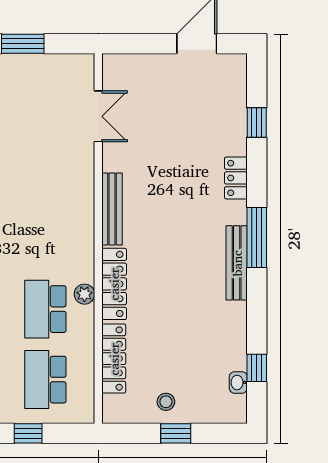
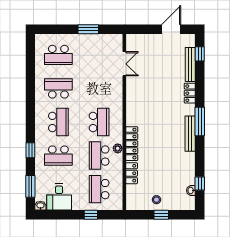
window: (257, 122) -> (200, 54), moved
bench: (112, 209) -> (190, 64), moved
school desk: (45, 239) -> (99, 122), added
locker: (114, 359) -> (132, 173), width x0.66

